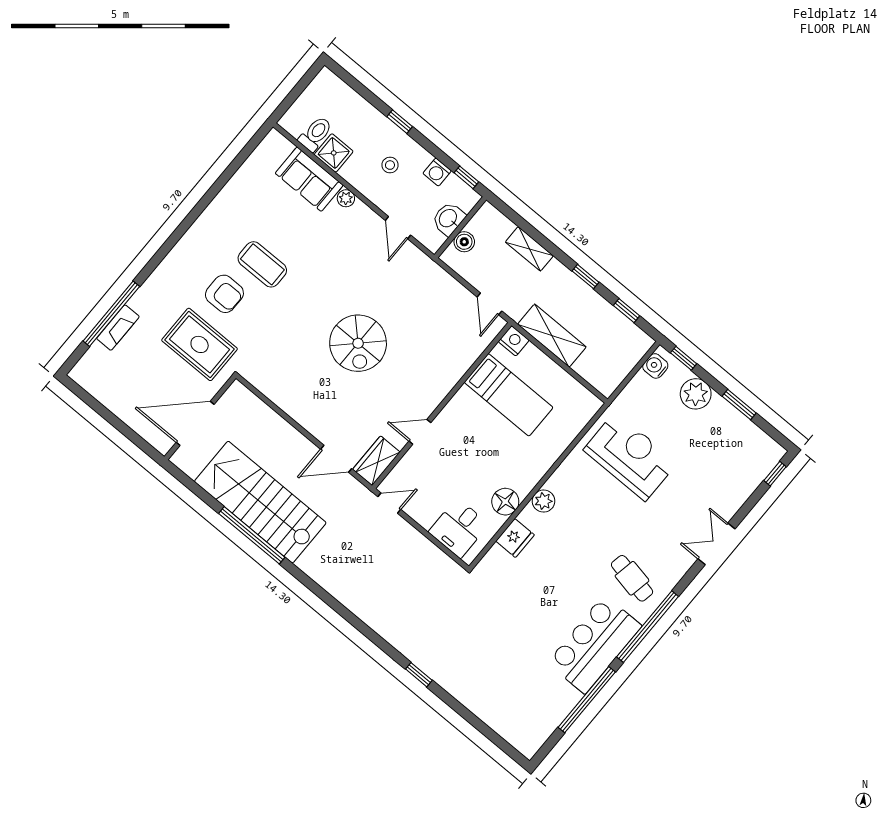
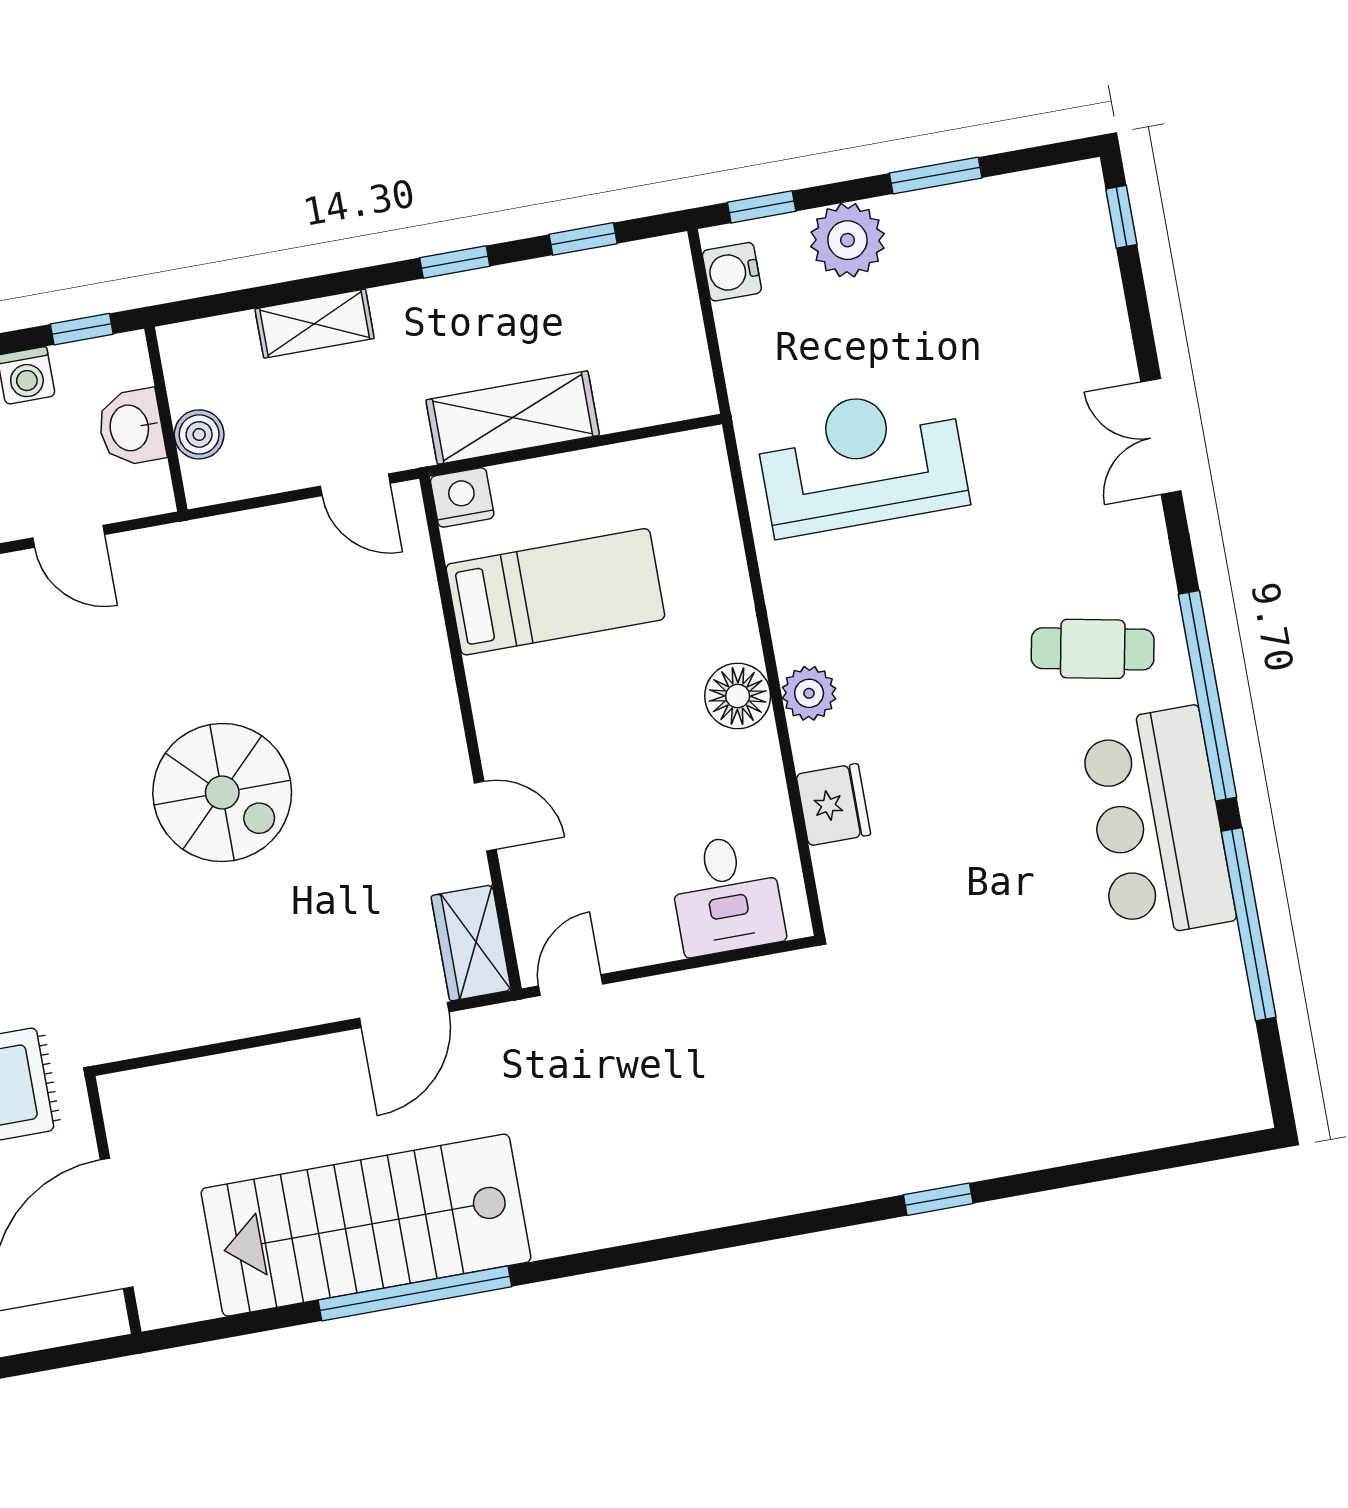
door: (420, 432) -> (485, 816), swing flipped
floor lamp: (505, 502) -> (738, 696), moved

